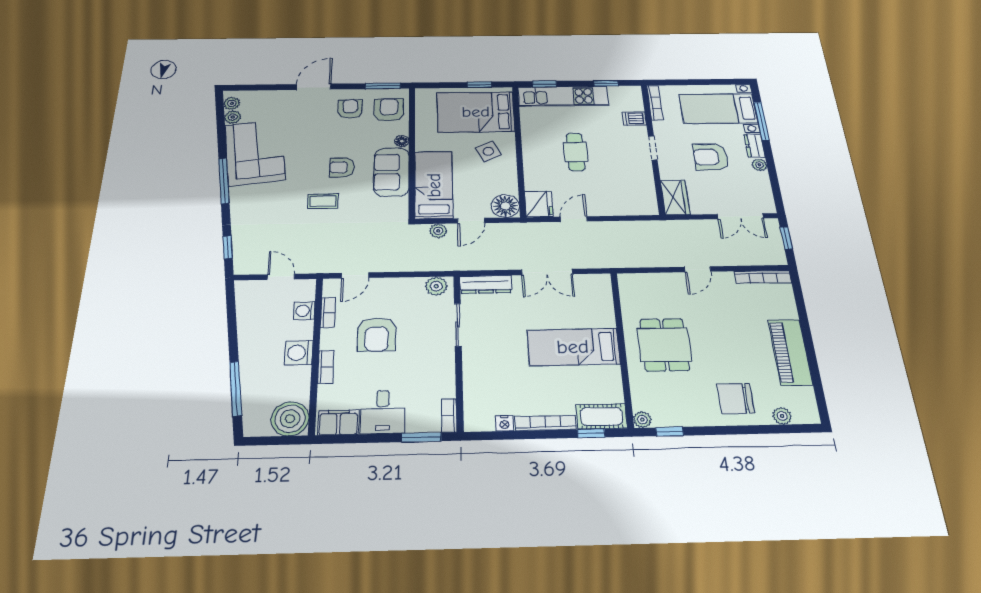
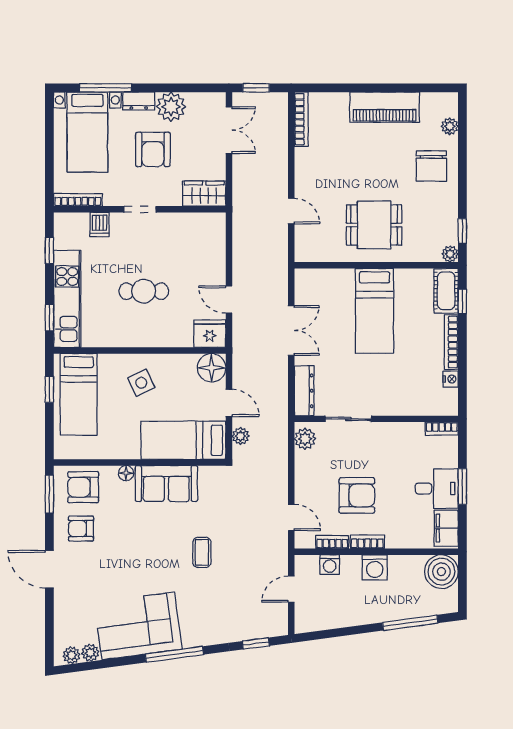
bed: (476, 112) -> (79, 394), width x0.67
plant: (759, 165) -> (171, 107), width x1.87, depth x1.87
armchair: (342, 167) -> (159, 535), removed
door: (698, 269) -> (291, 211), moved
bookcase: (326, 367) -> (367, 542), moved
window: (421, 437) -> (462, 486), moved

